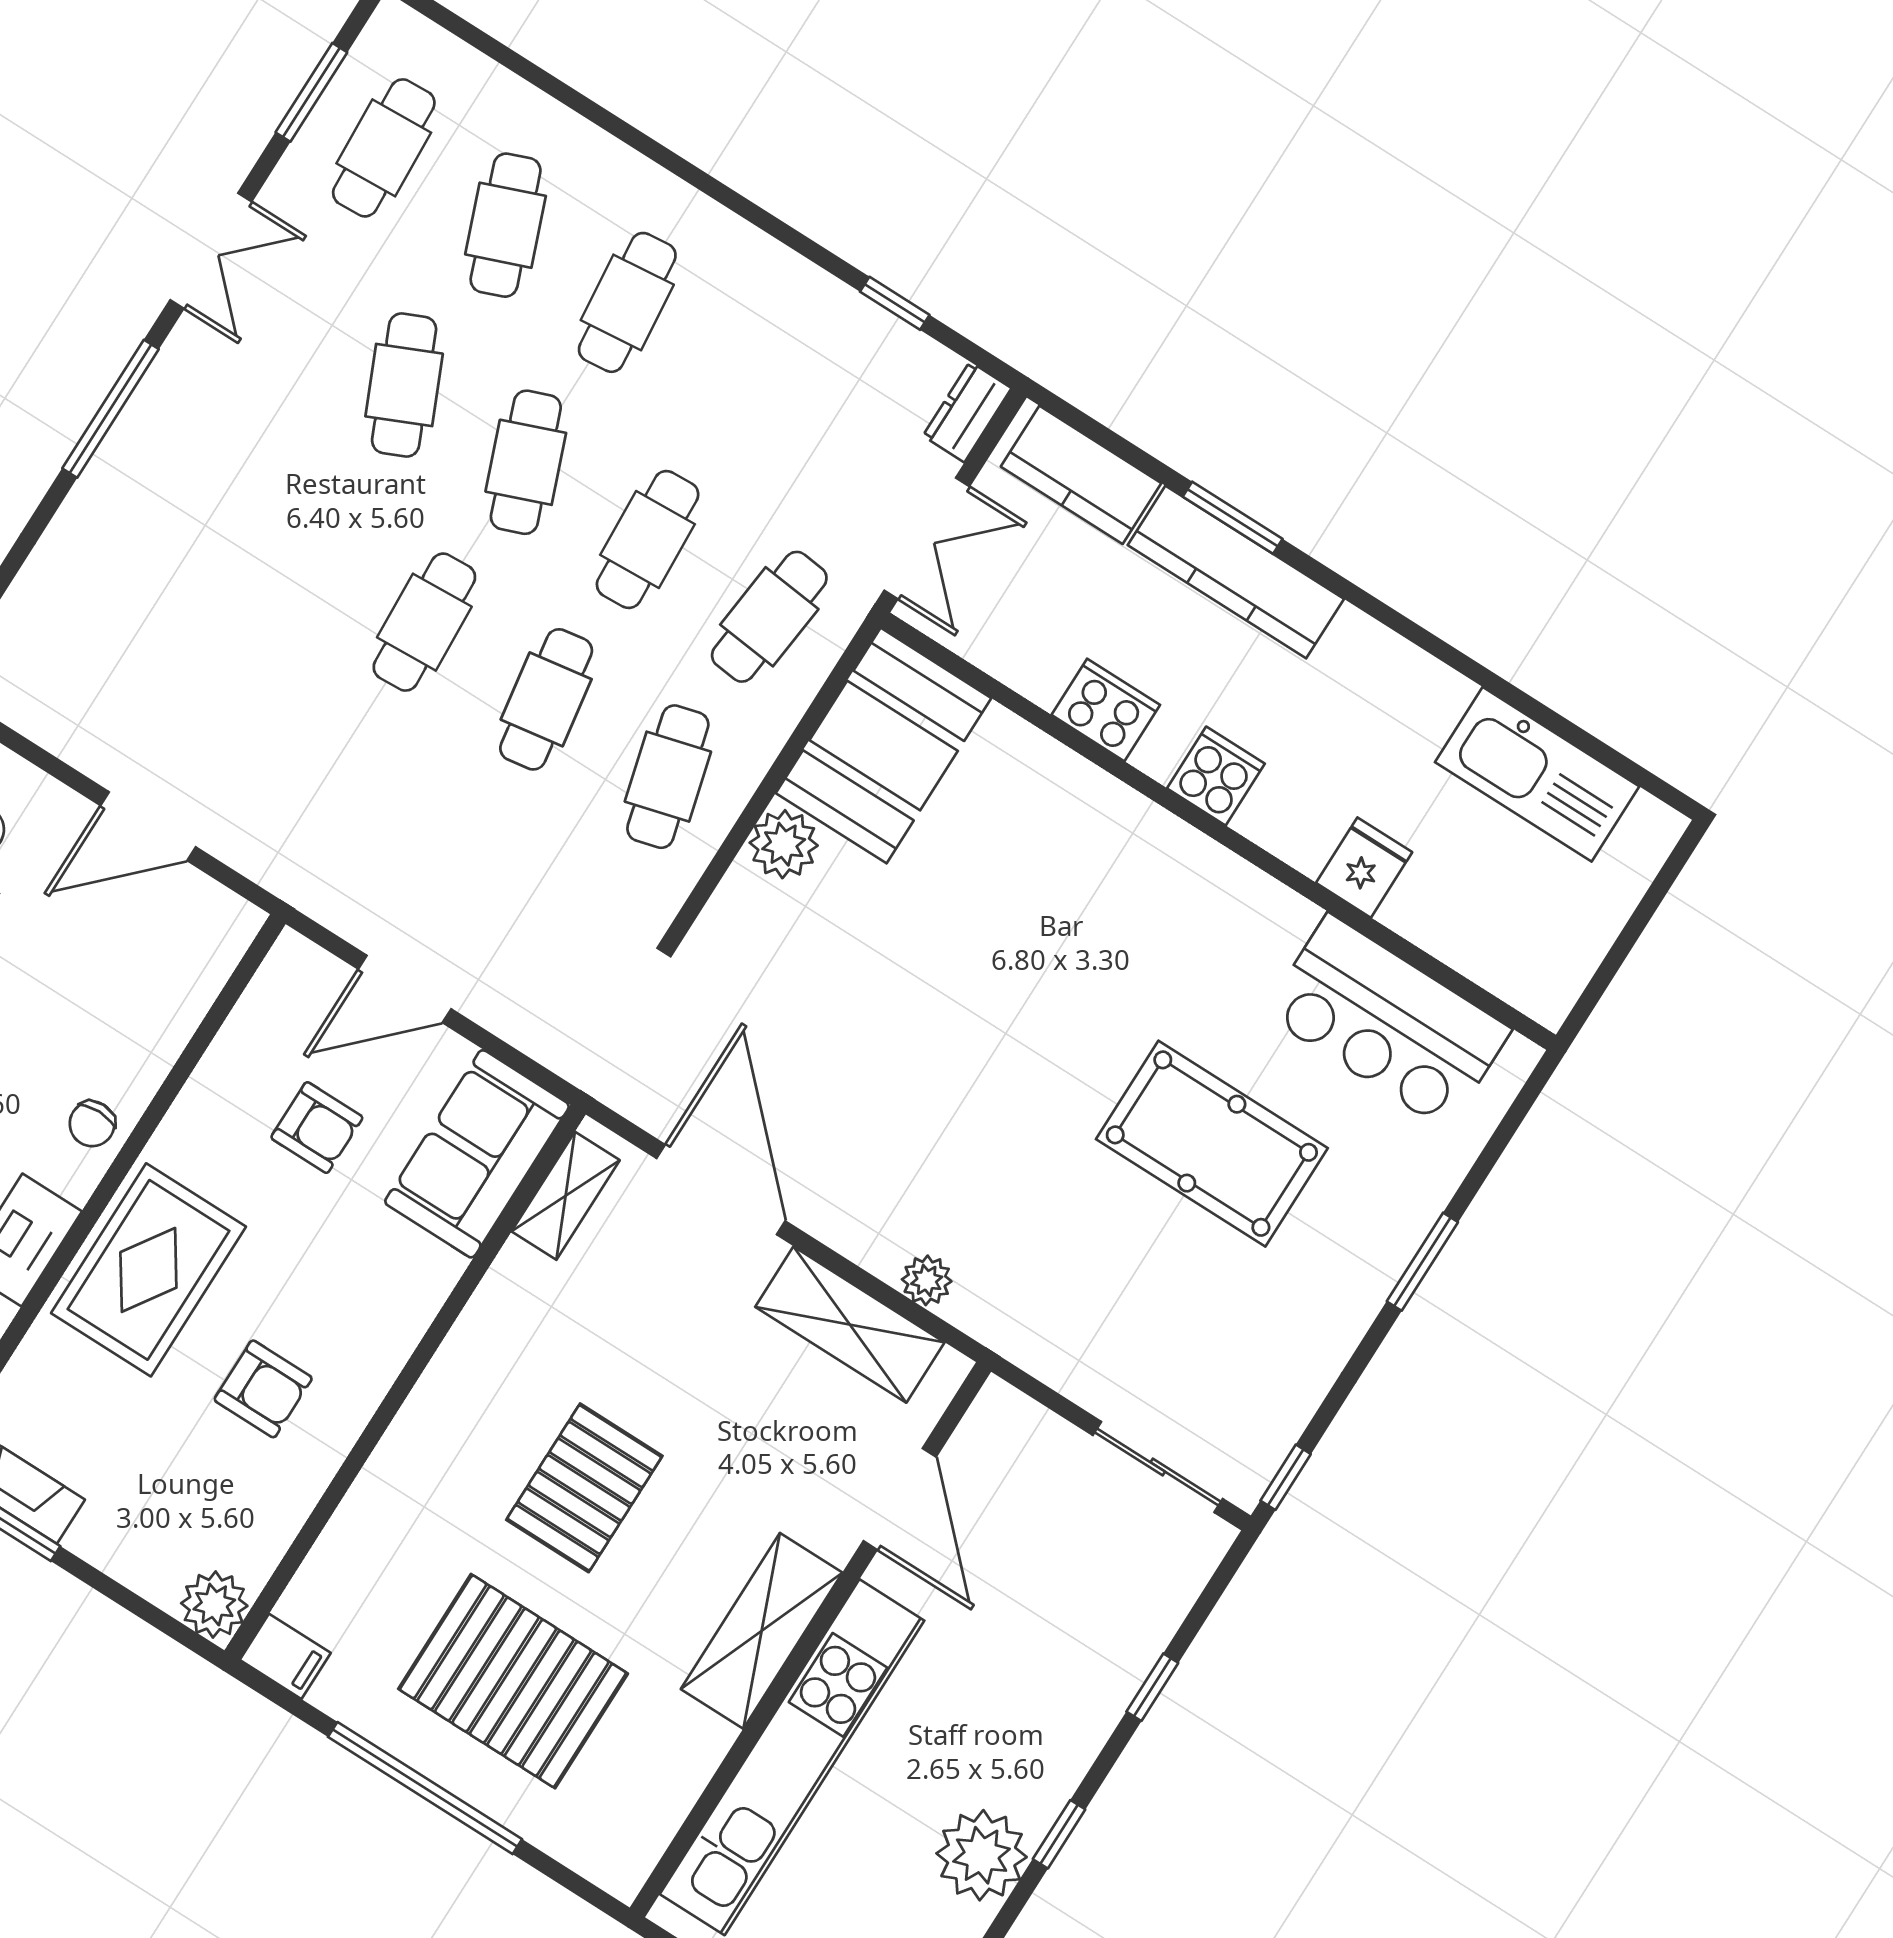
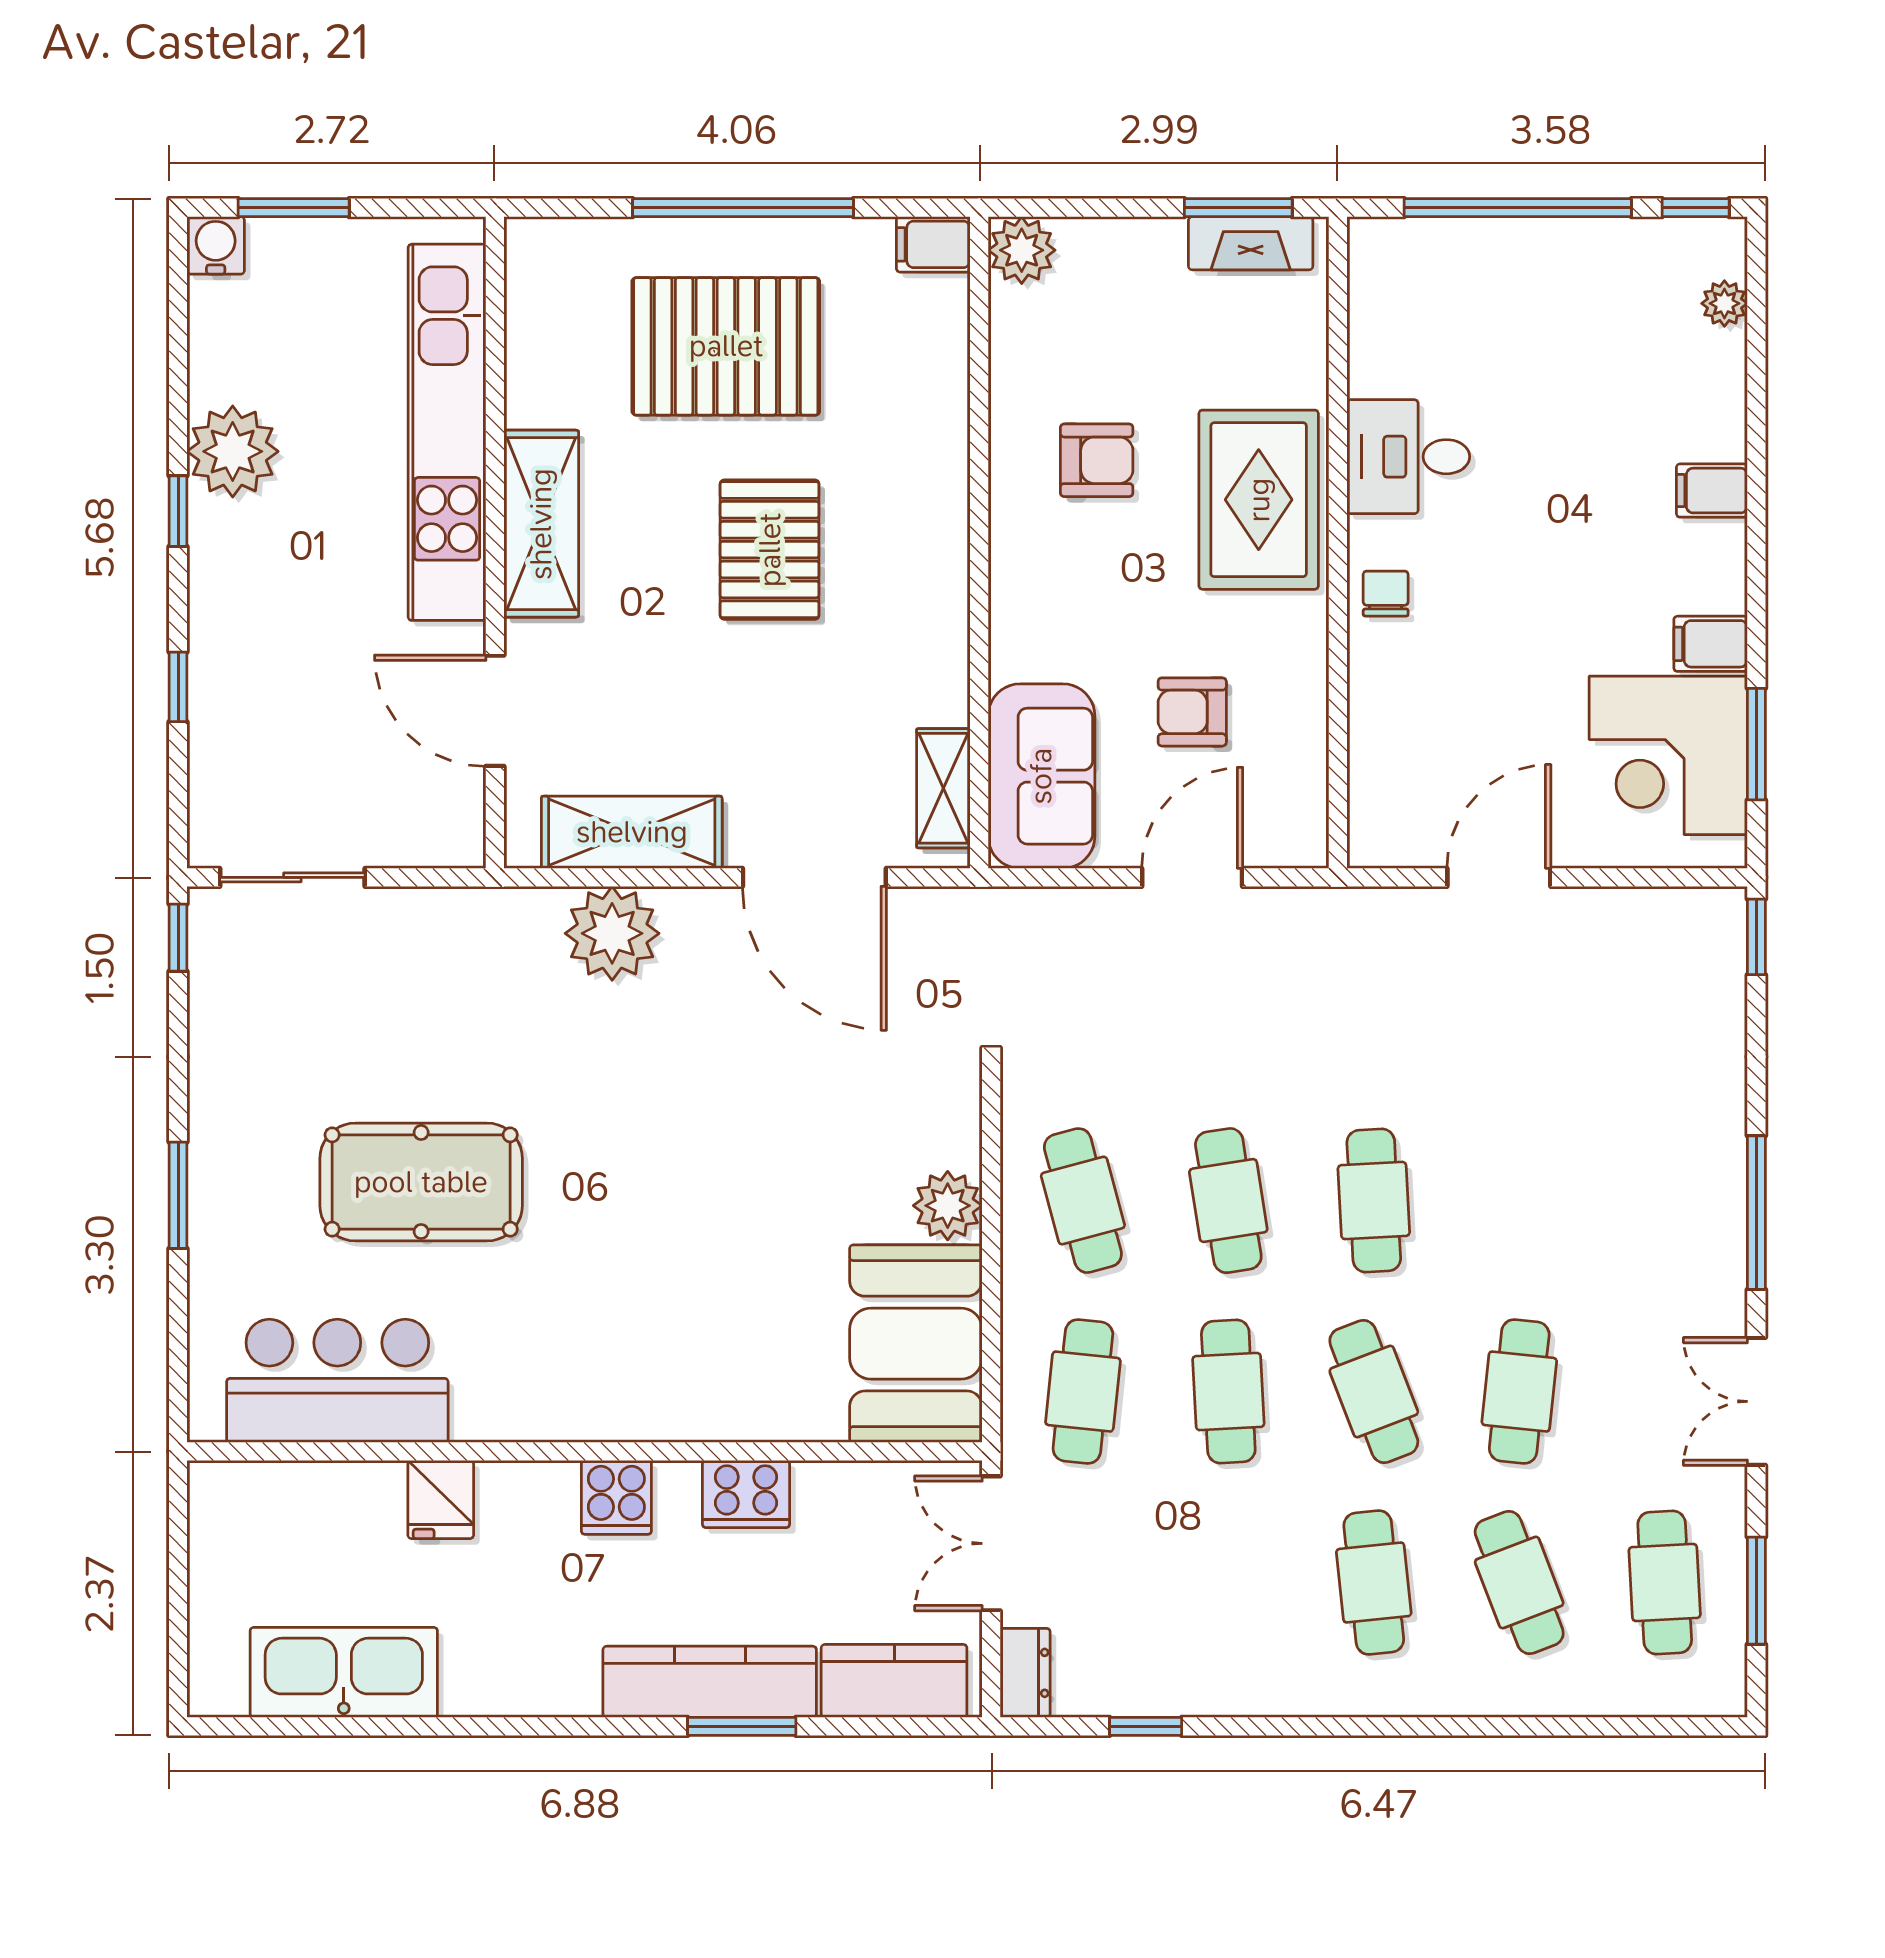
cafe table: (404, 385) -> (1519, 1392), turned 30
plant: (927, 1280) -> (612, 933), width x1.87, depth x1.87
armchair: (263, 1389) -> (1097, 460), turned 180

